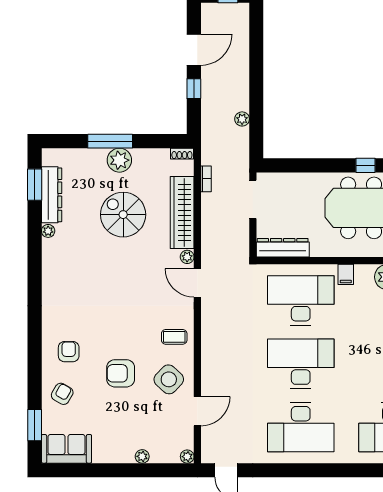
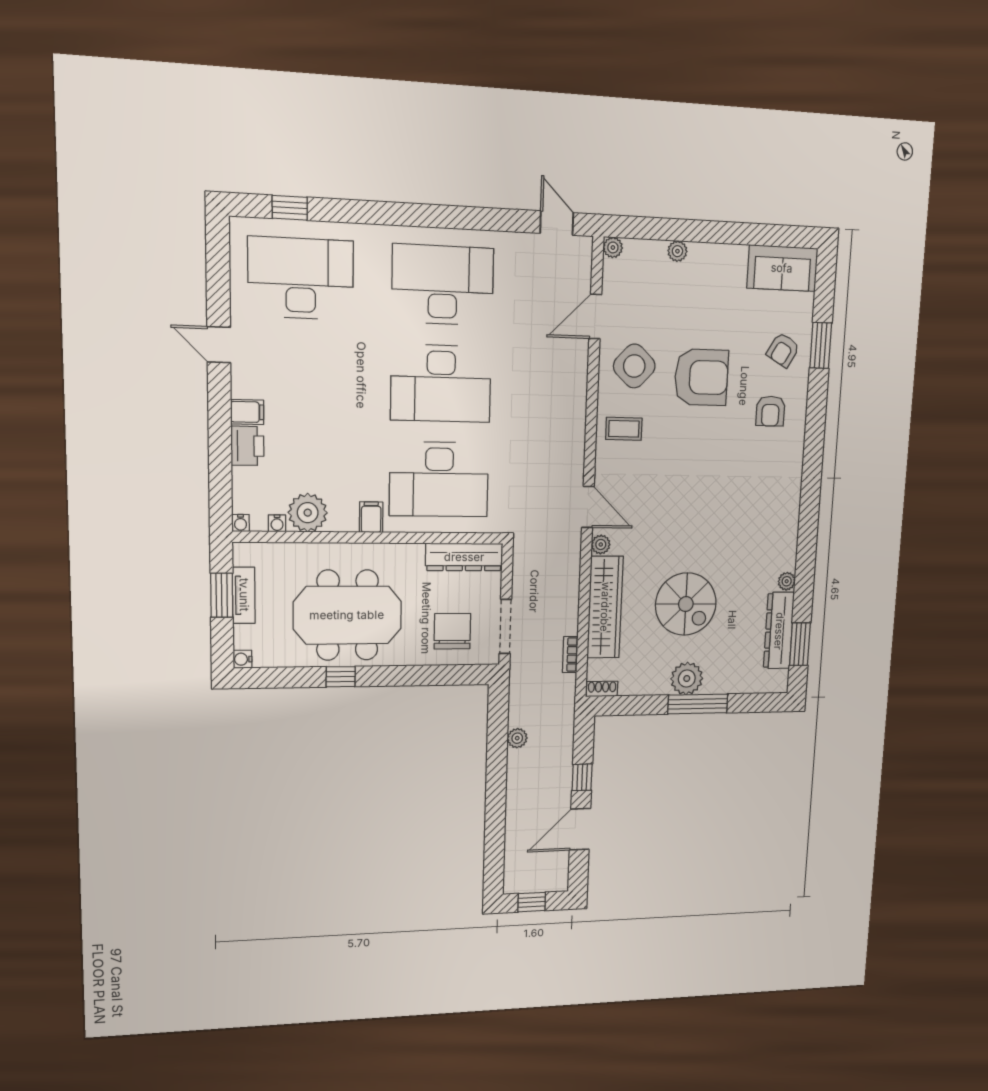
chair: (290, 196) -> (452, 631), added
armchair: (121, 373) -> (701, 377), width x1.36, depth x1.36
window: (35, 425) -> (821, 345), moved

